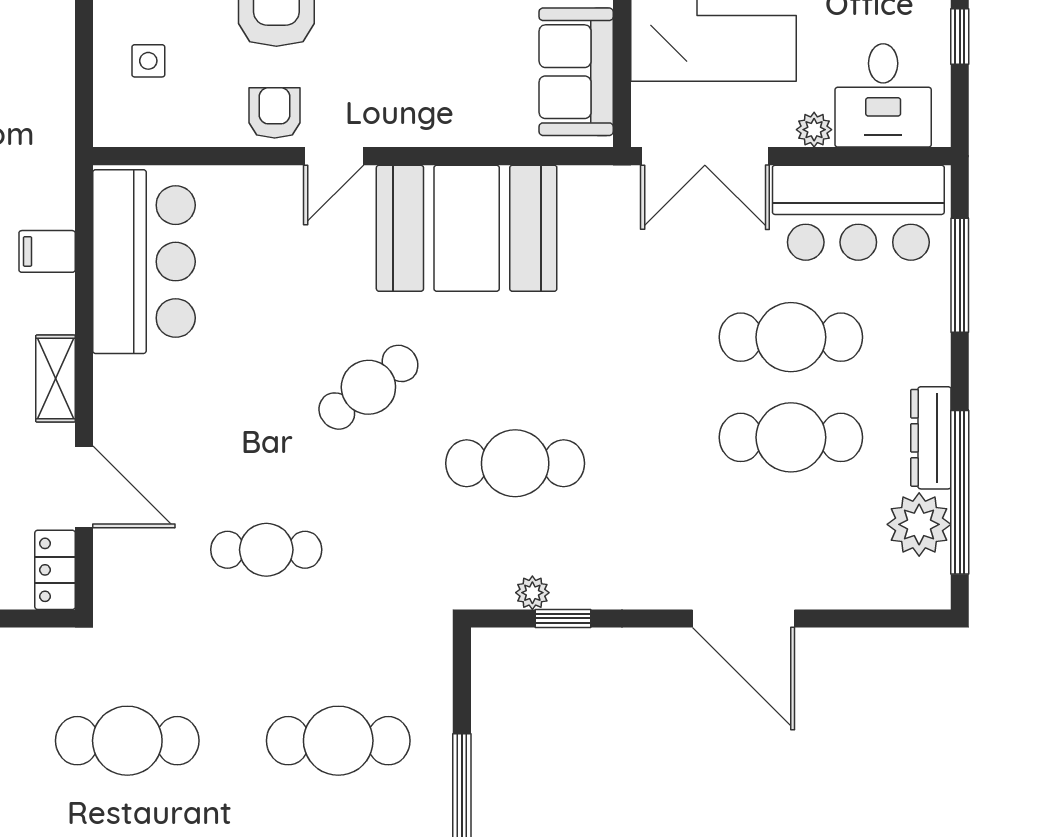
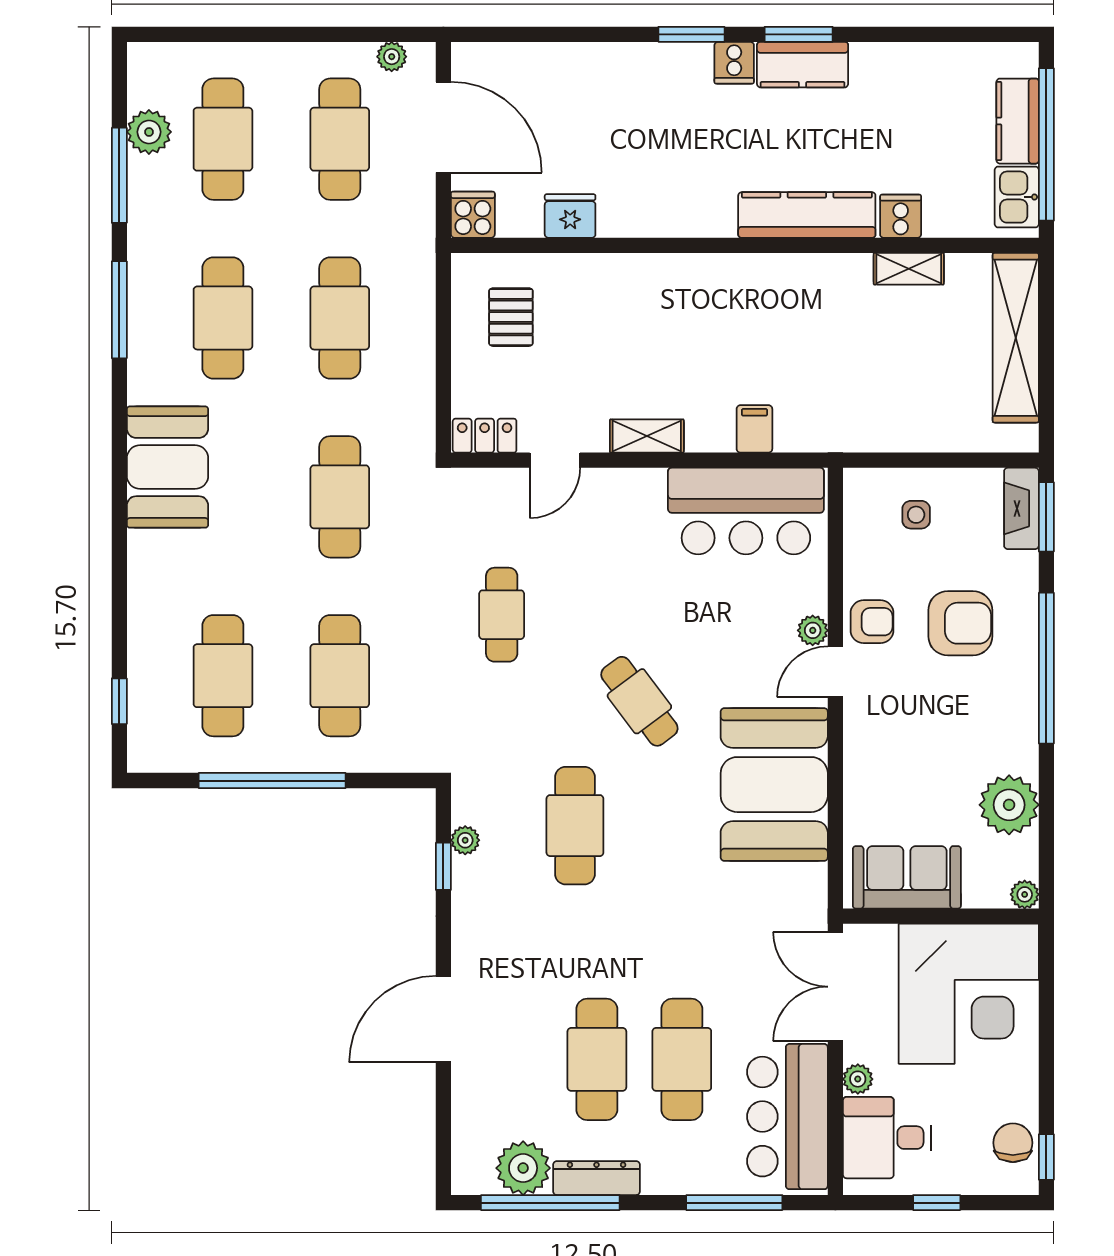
door: (334, 156) -> (835, 672), hinge flipped
plant: (285, 183) -> (813, 630), added
door: (84, 487) -> (555, 460), width x0.73

